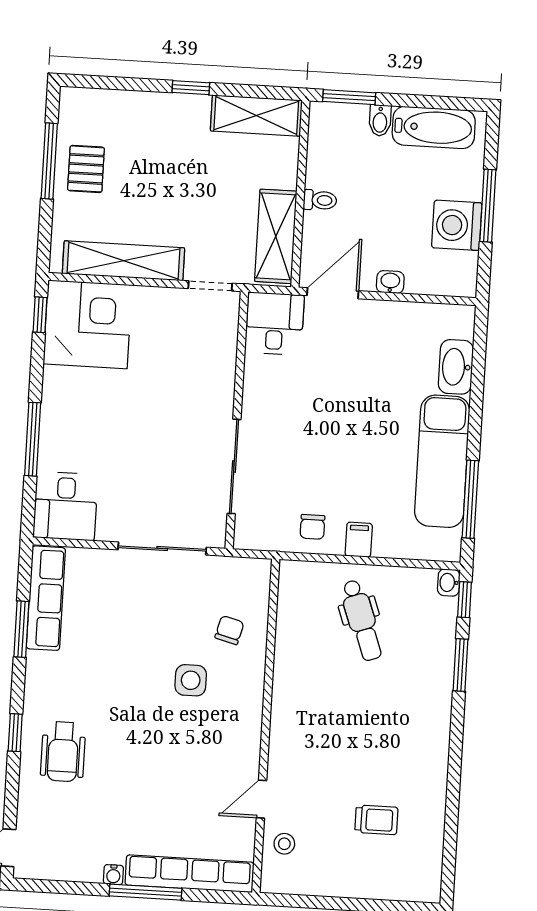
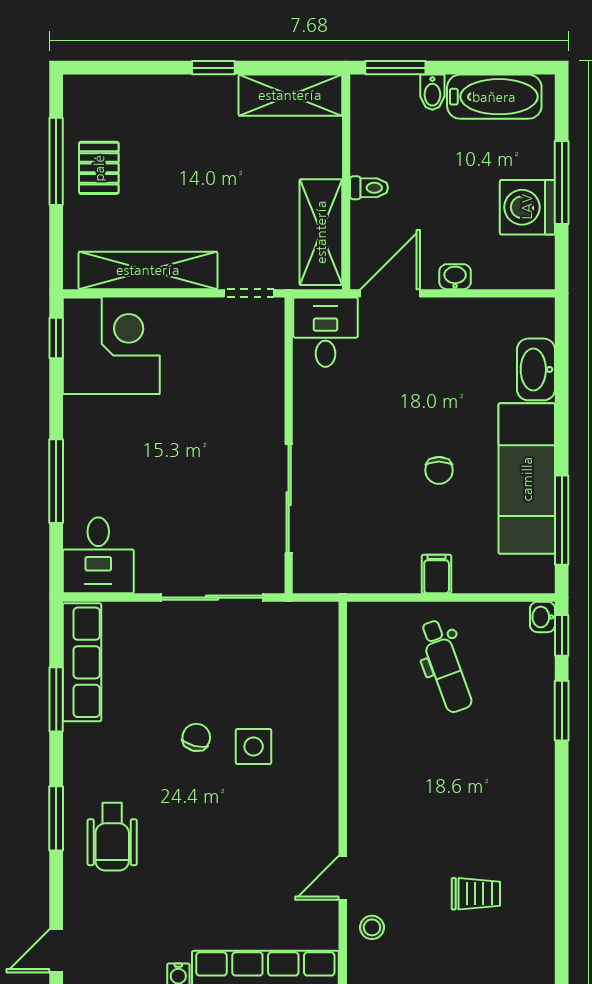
chair: (312, 527) -> (439, 470), moved
chair: (229, 630) -> (196, 737), moved
window: (15, 733) -> (56, 818), width x1.50

